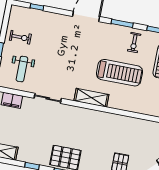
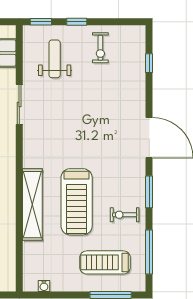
weight bench: (22, 69) -> (55, 59), turned 90
shelving: (91, 98) -> (32, 205), moved, width x1.47

